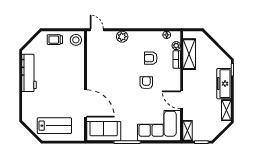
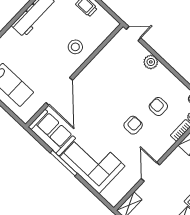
door: (97, 30) -> (134, 34), hinge flipped
stool: (76, 40) -> (75, 47), moved
corner sofa: (159, 126) -> (92, 162), moved

